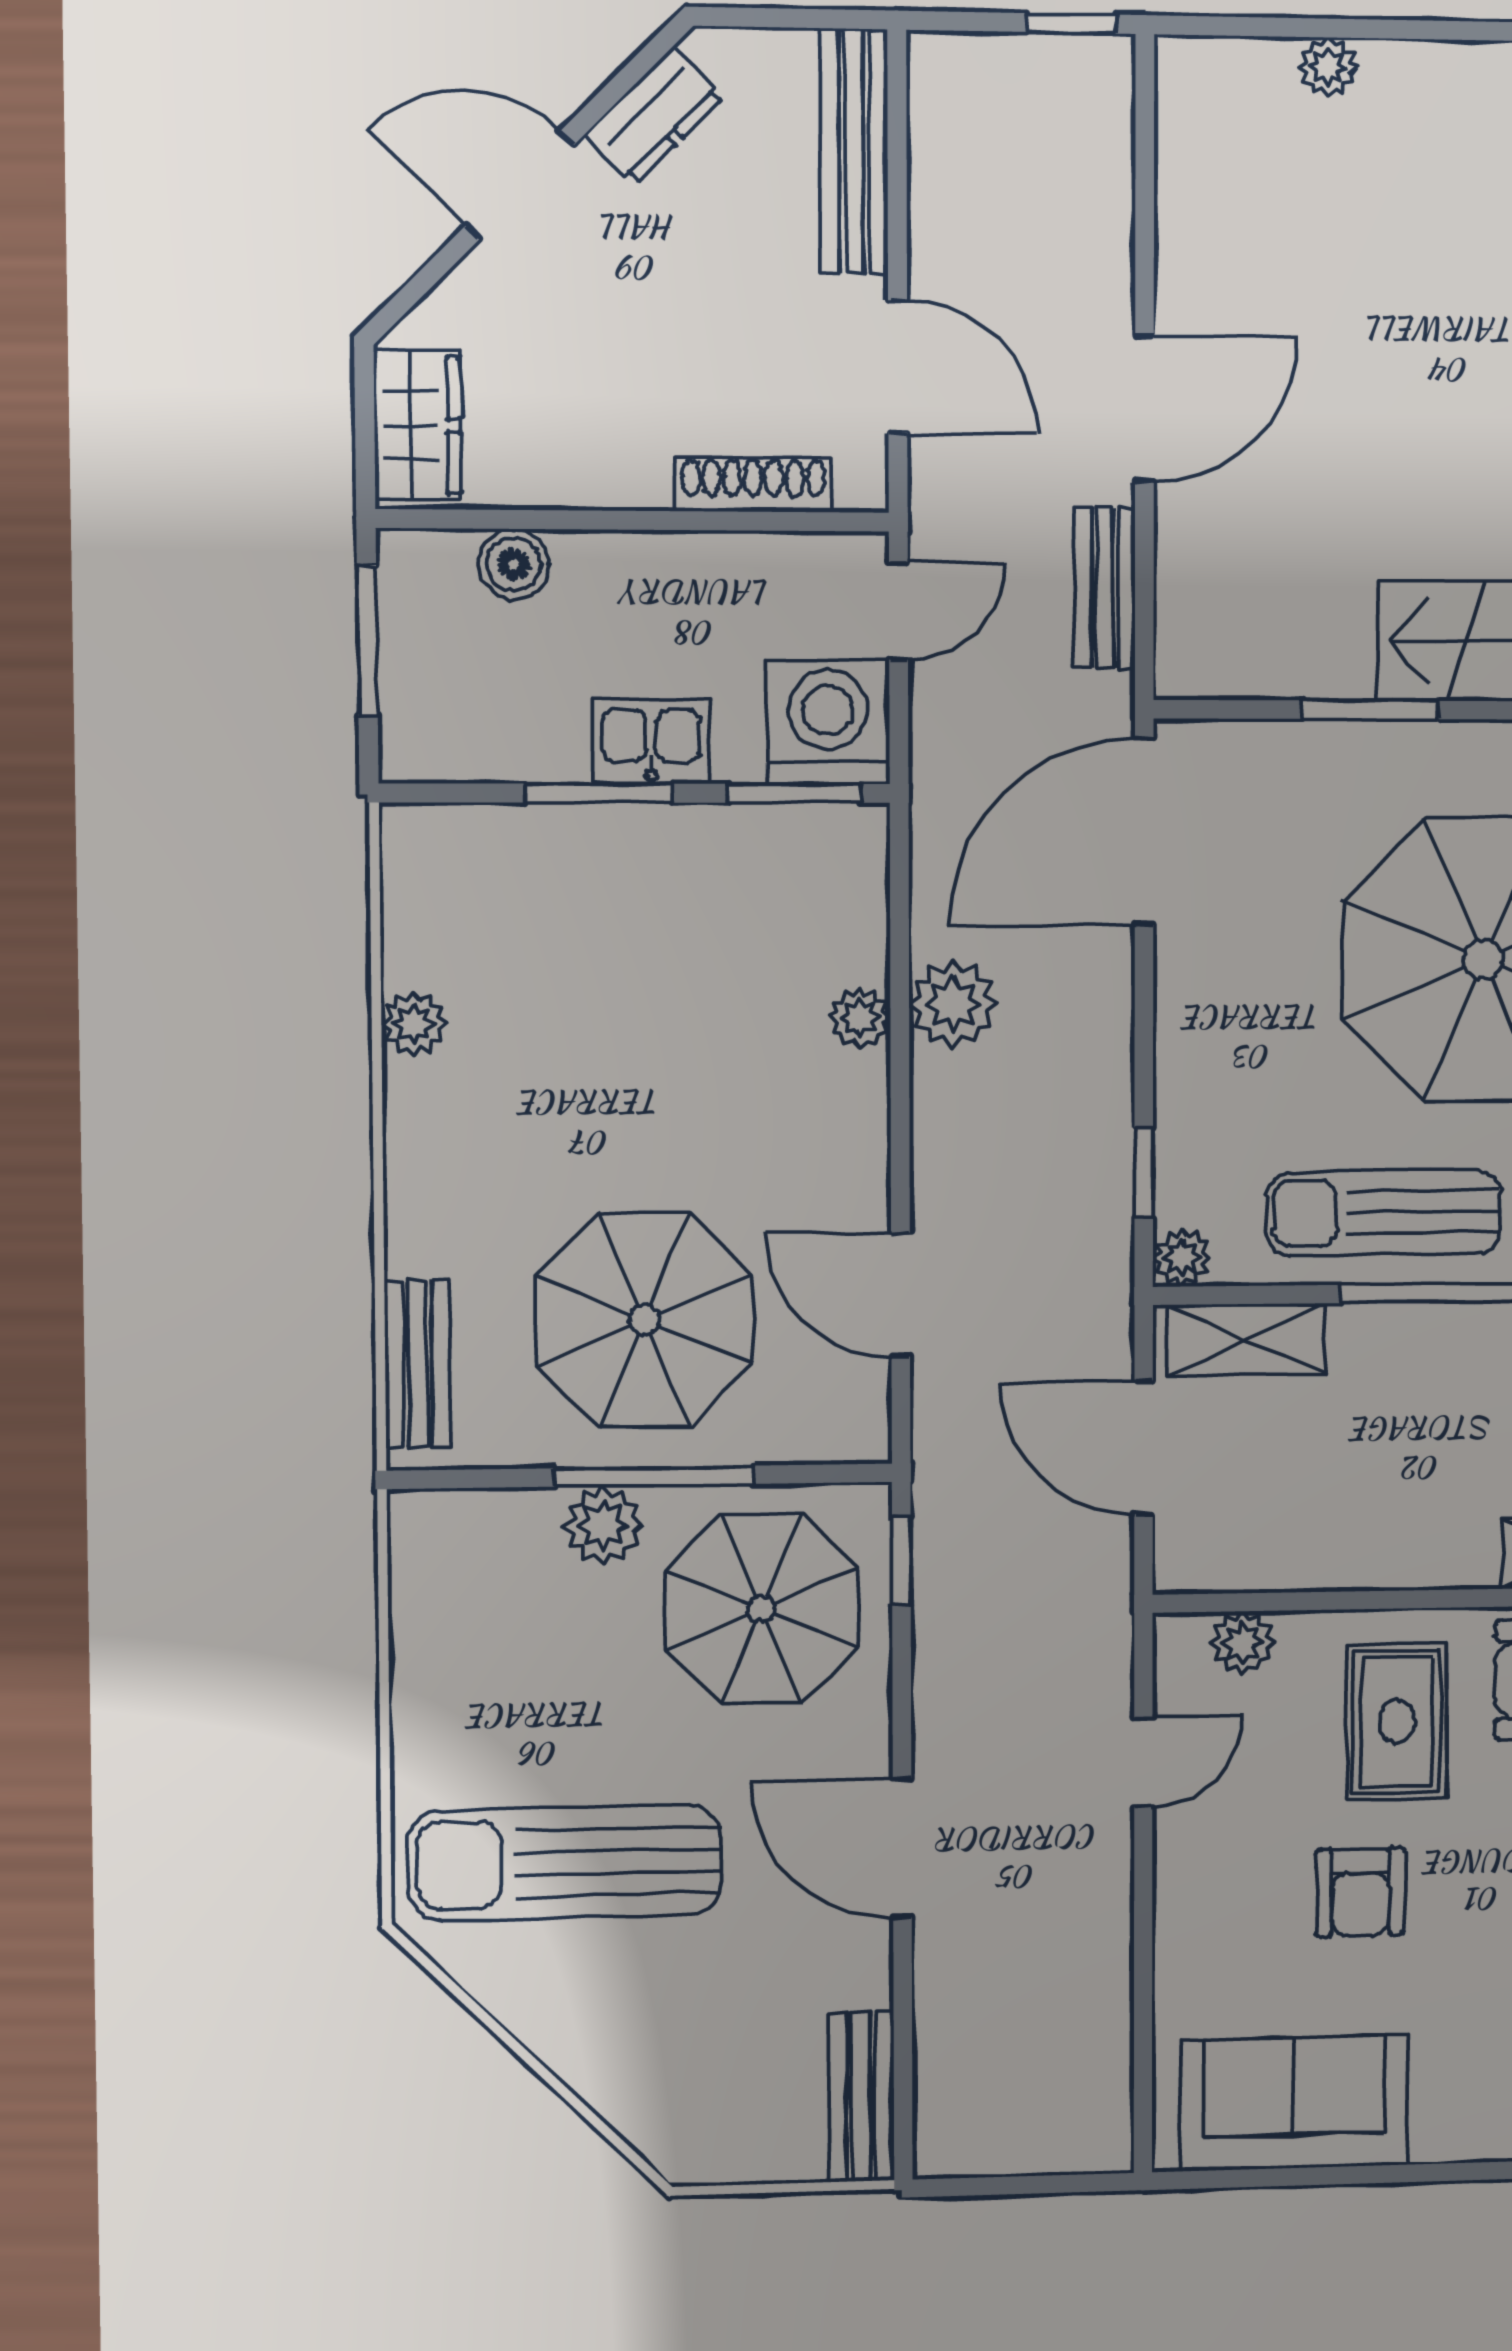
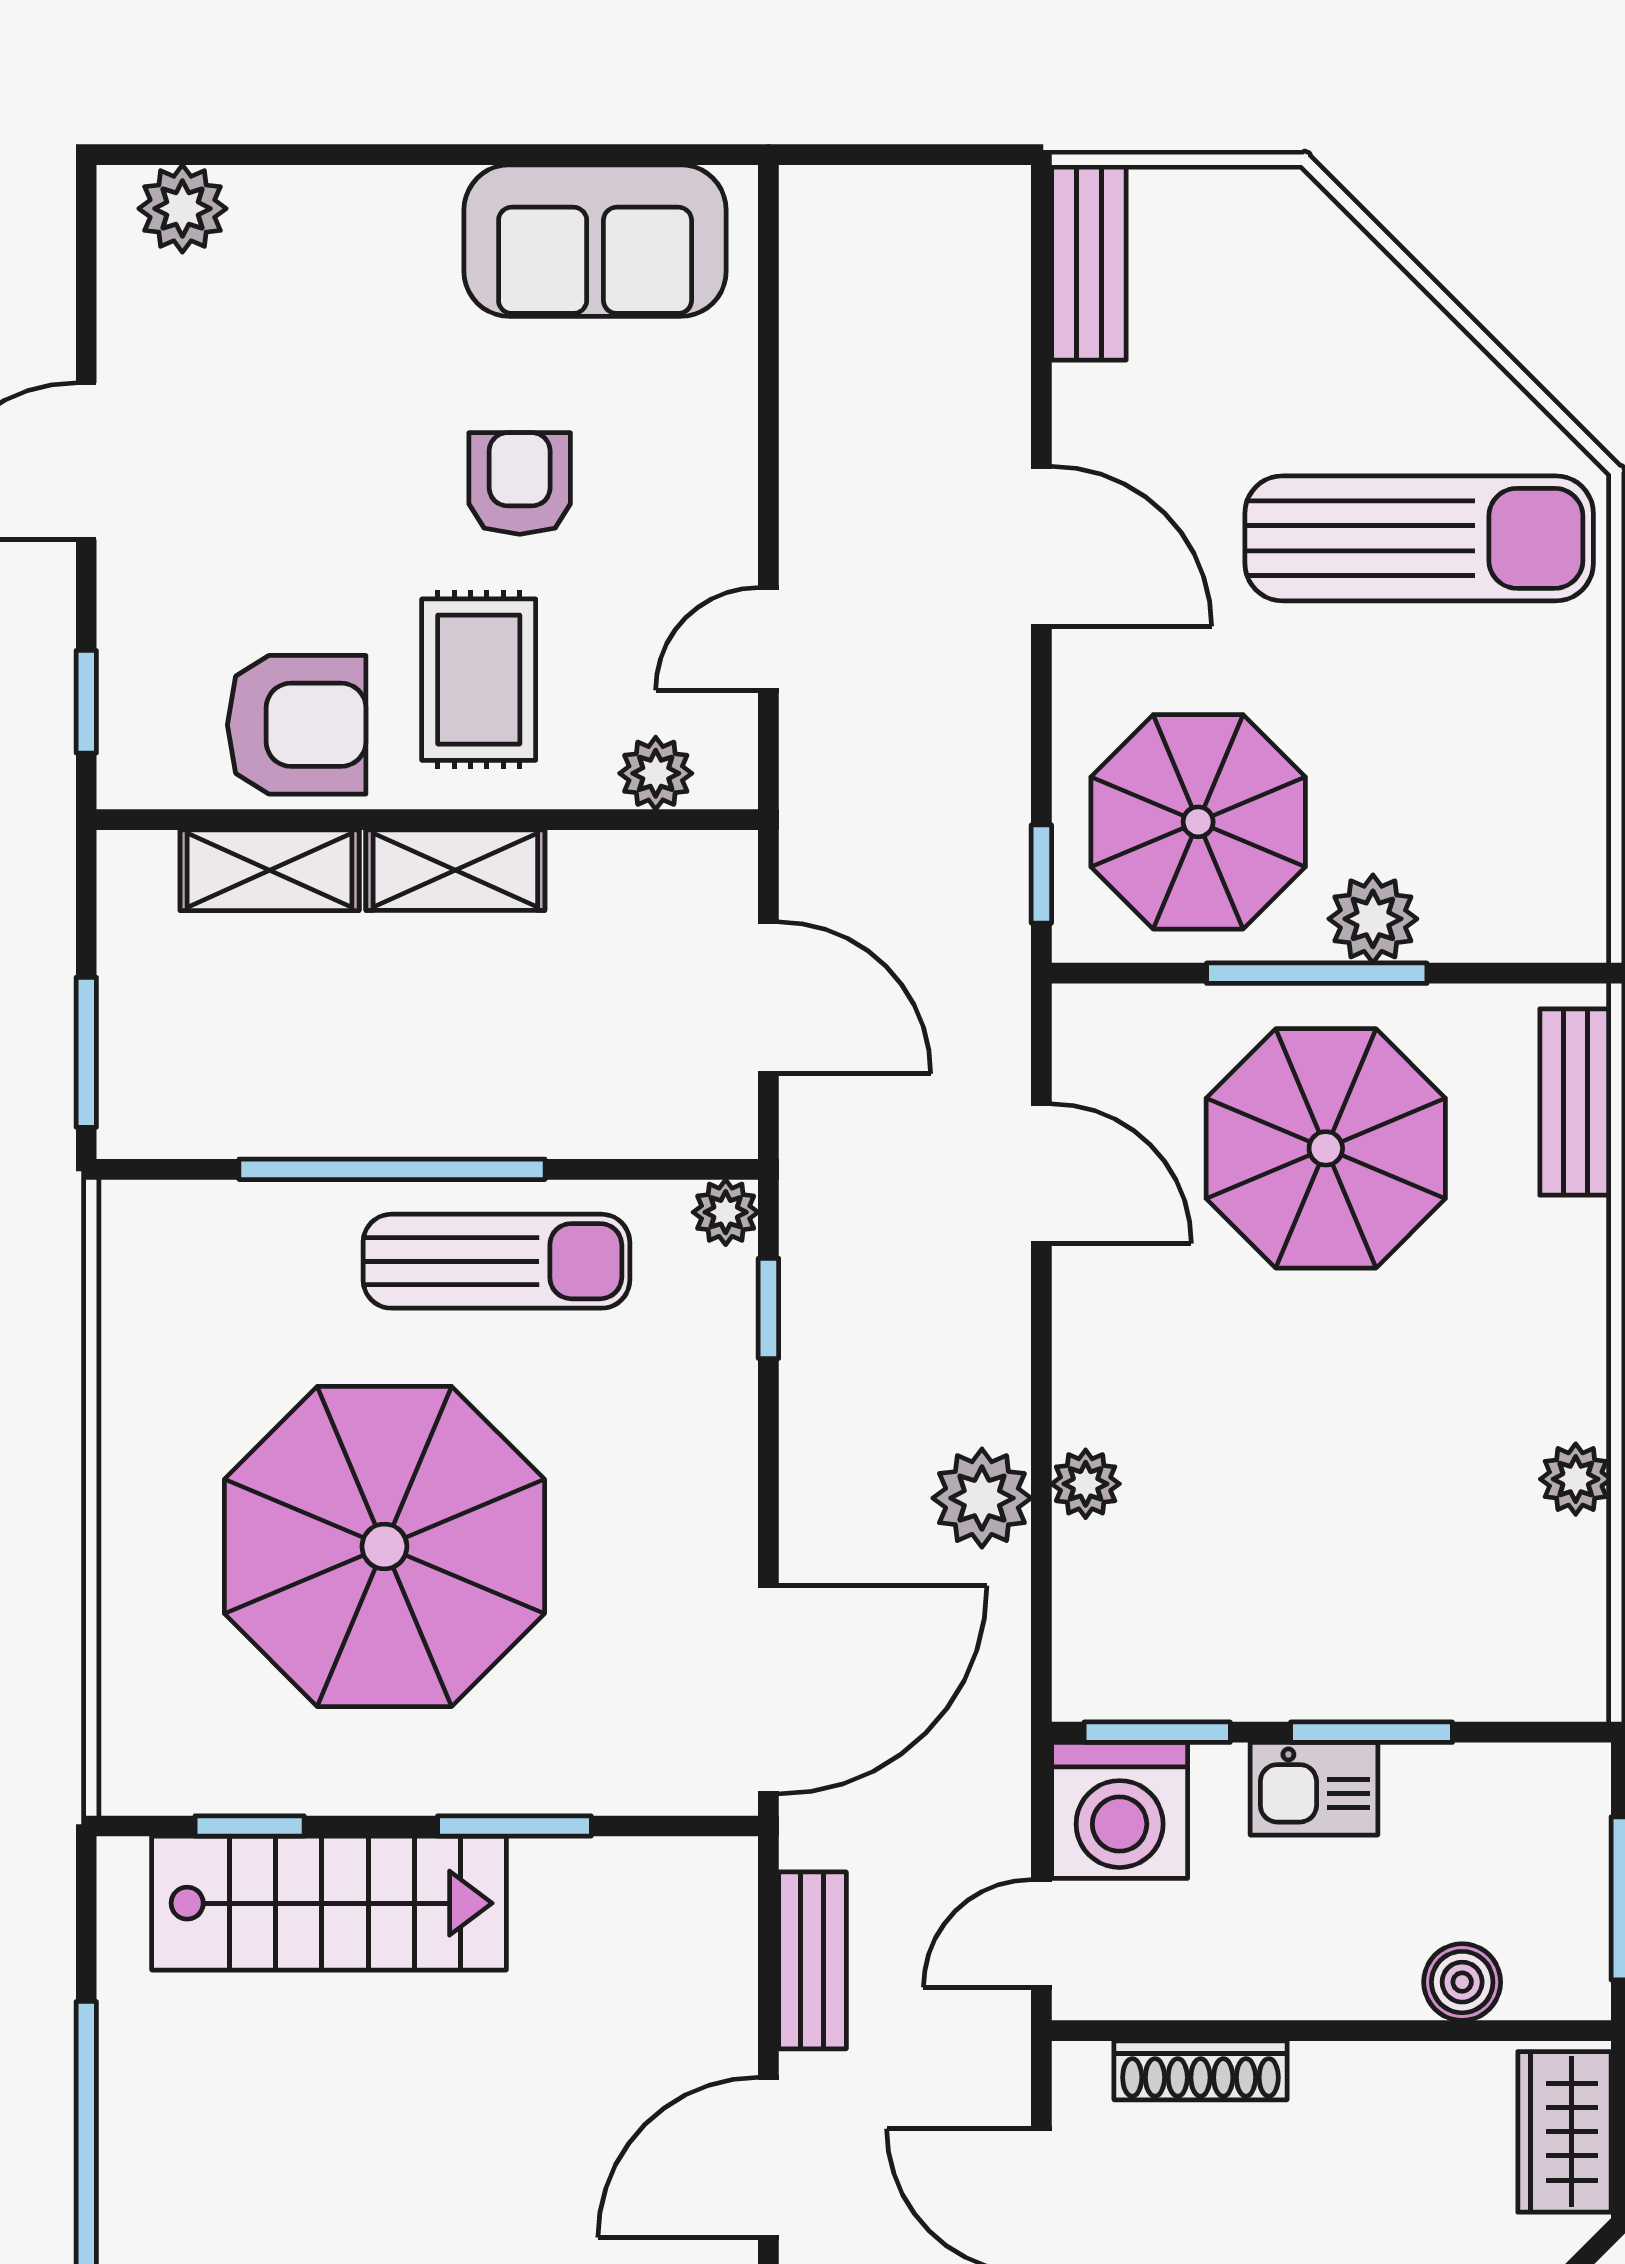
shelving: (1246, 1340) -> (455, 870), moved

